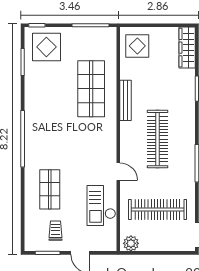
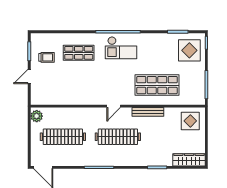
door: (118, 172) -> (114, 106), moved
checkout: (101, 205) -> (121, 48), moved, turned 180
clothes rail: (158, 210) -> (63, 137), turned 90

